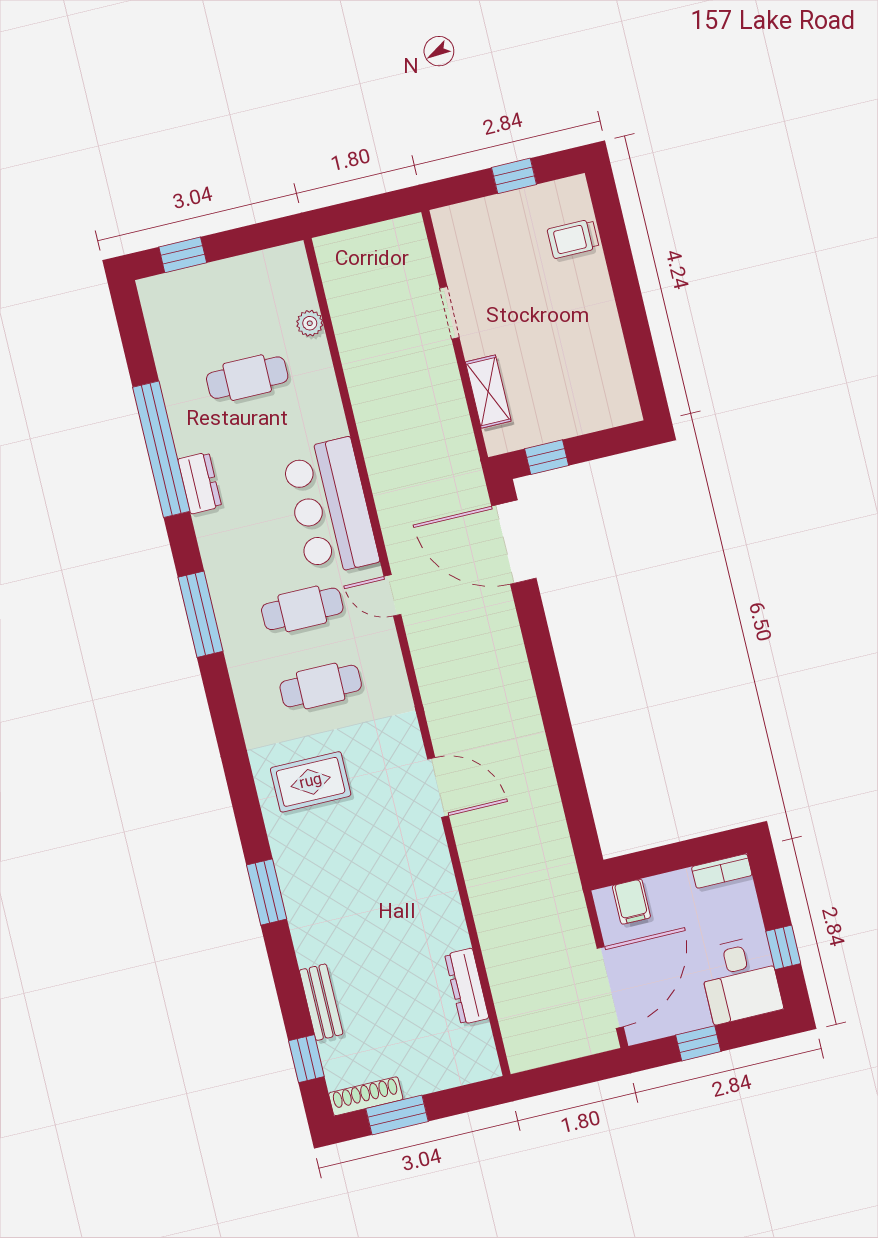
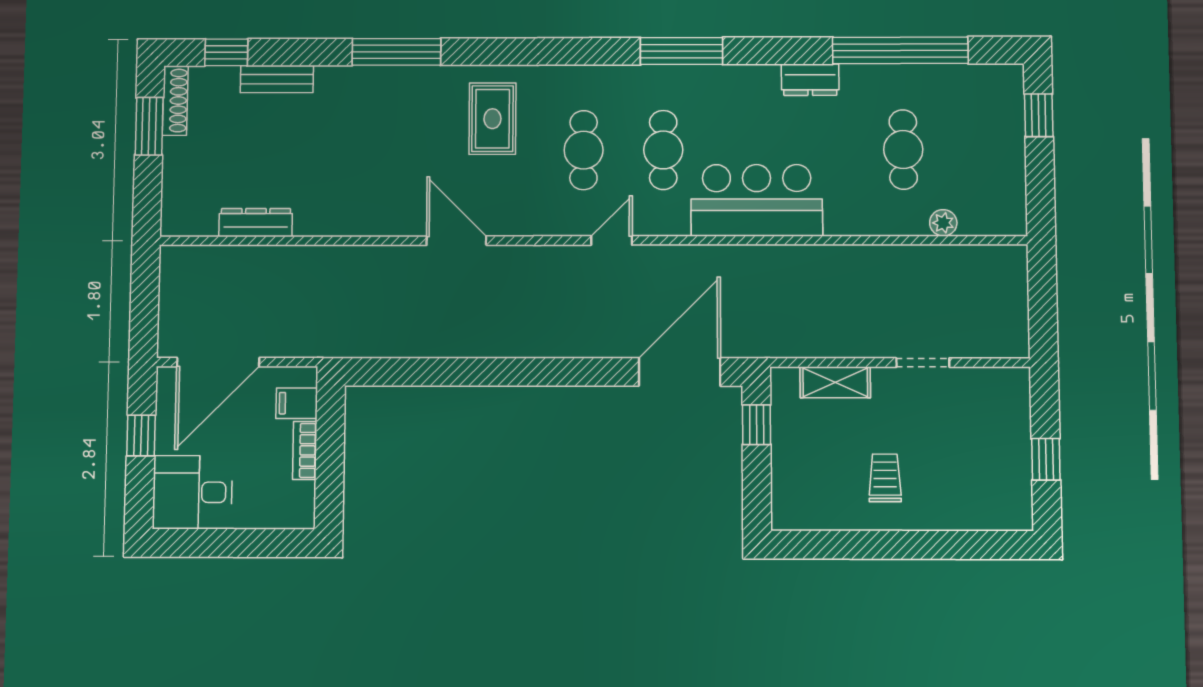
trolley: (573, 239) -> (885, 478), moved
window: (161, 449) -> (900, 50), moved
door: (392, 595) -> (612, 240), moved
door: (438, 787) -> (456, 241), swing flipped
bookcase: (722, 871) -> (305, 450), moved
window: (267, 892) -> (396, 52), width x1.44
window: (783, 947) -> (213, 543), removed
door: (610, 988) -> (218, 362), hinge flipped

